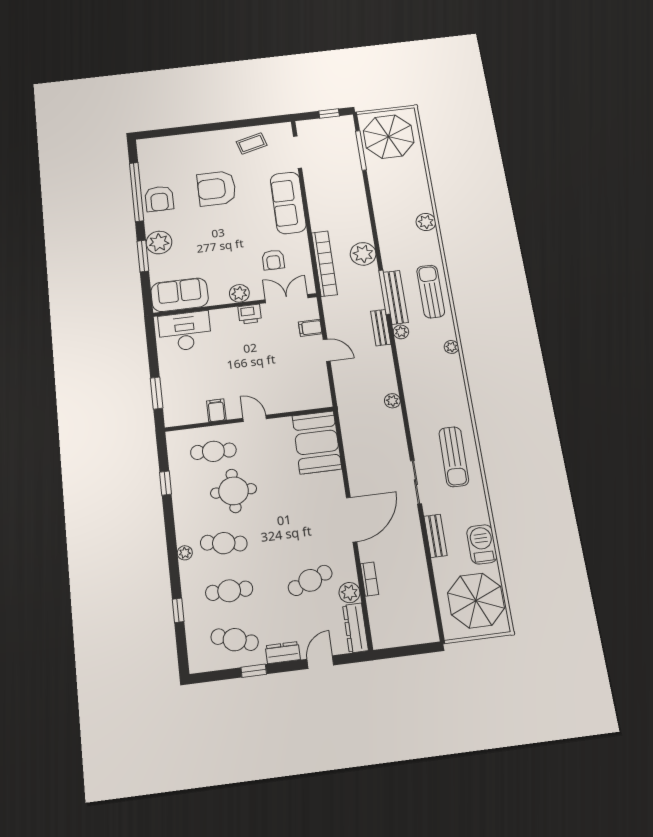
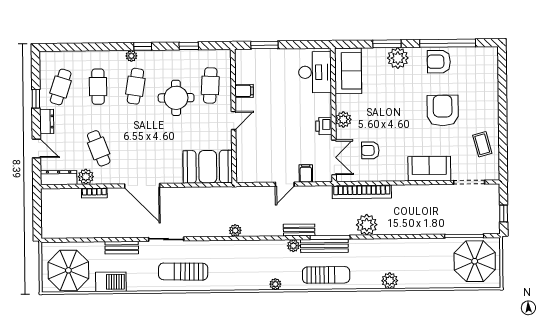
sofa: (288, 203) -> (429, 169), width x0.73
window: (178, 610) -> (143, 46), moved

